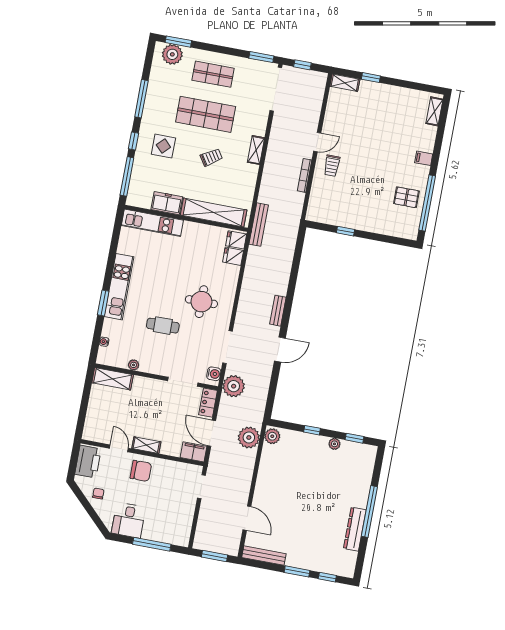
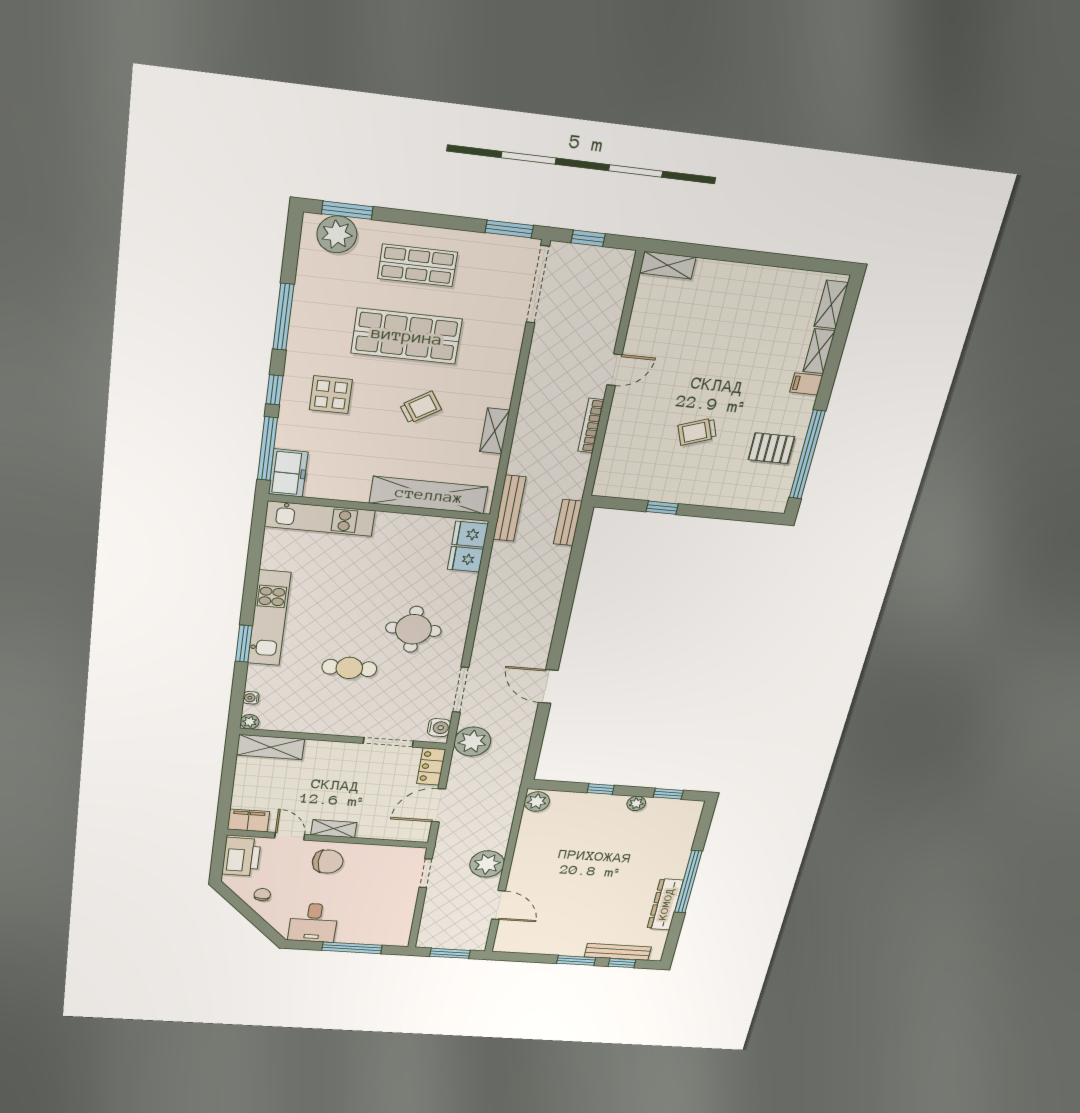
window: (371, 78) -> (717, 253), removed
shelving: (430, 139) -> (819, 351), added
shelving: (256, 150) -> (495, 431), moved
trolley: (332, 166) -> (697, 432), moved, turned 70
freezer: (167, 203) -> (288, 473), moved, turned 90
bench: (278, 311) -> (568, 522), moved
door: (280, 350) -> (548, 687), swing flipped
plant: (134, 365) -> (250, 722), moved
door: (211, 433) -> (439, 805), hinge flipped
plant: (249, 438) -> (487, 864), moved
filing cabinet: (193, 452) -> (248, 820), moved
bench: (264, 556) -> (618, 952), moved

